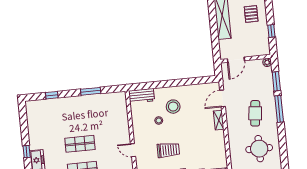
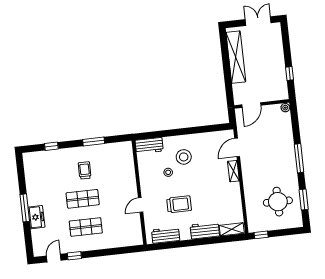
pallet: (251, 14) -> (267, 55), removed
window: (276, 81) -> (304, 200), moved
cafe table: (255, 113) -> (273, 163), removed
trolley: (82, 118) -> (85, 170), added
door: (133, 150) -> (141, 205), hinge flipped
window: (27, 152) -> (25, 208), width x2.17

